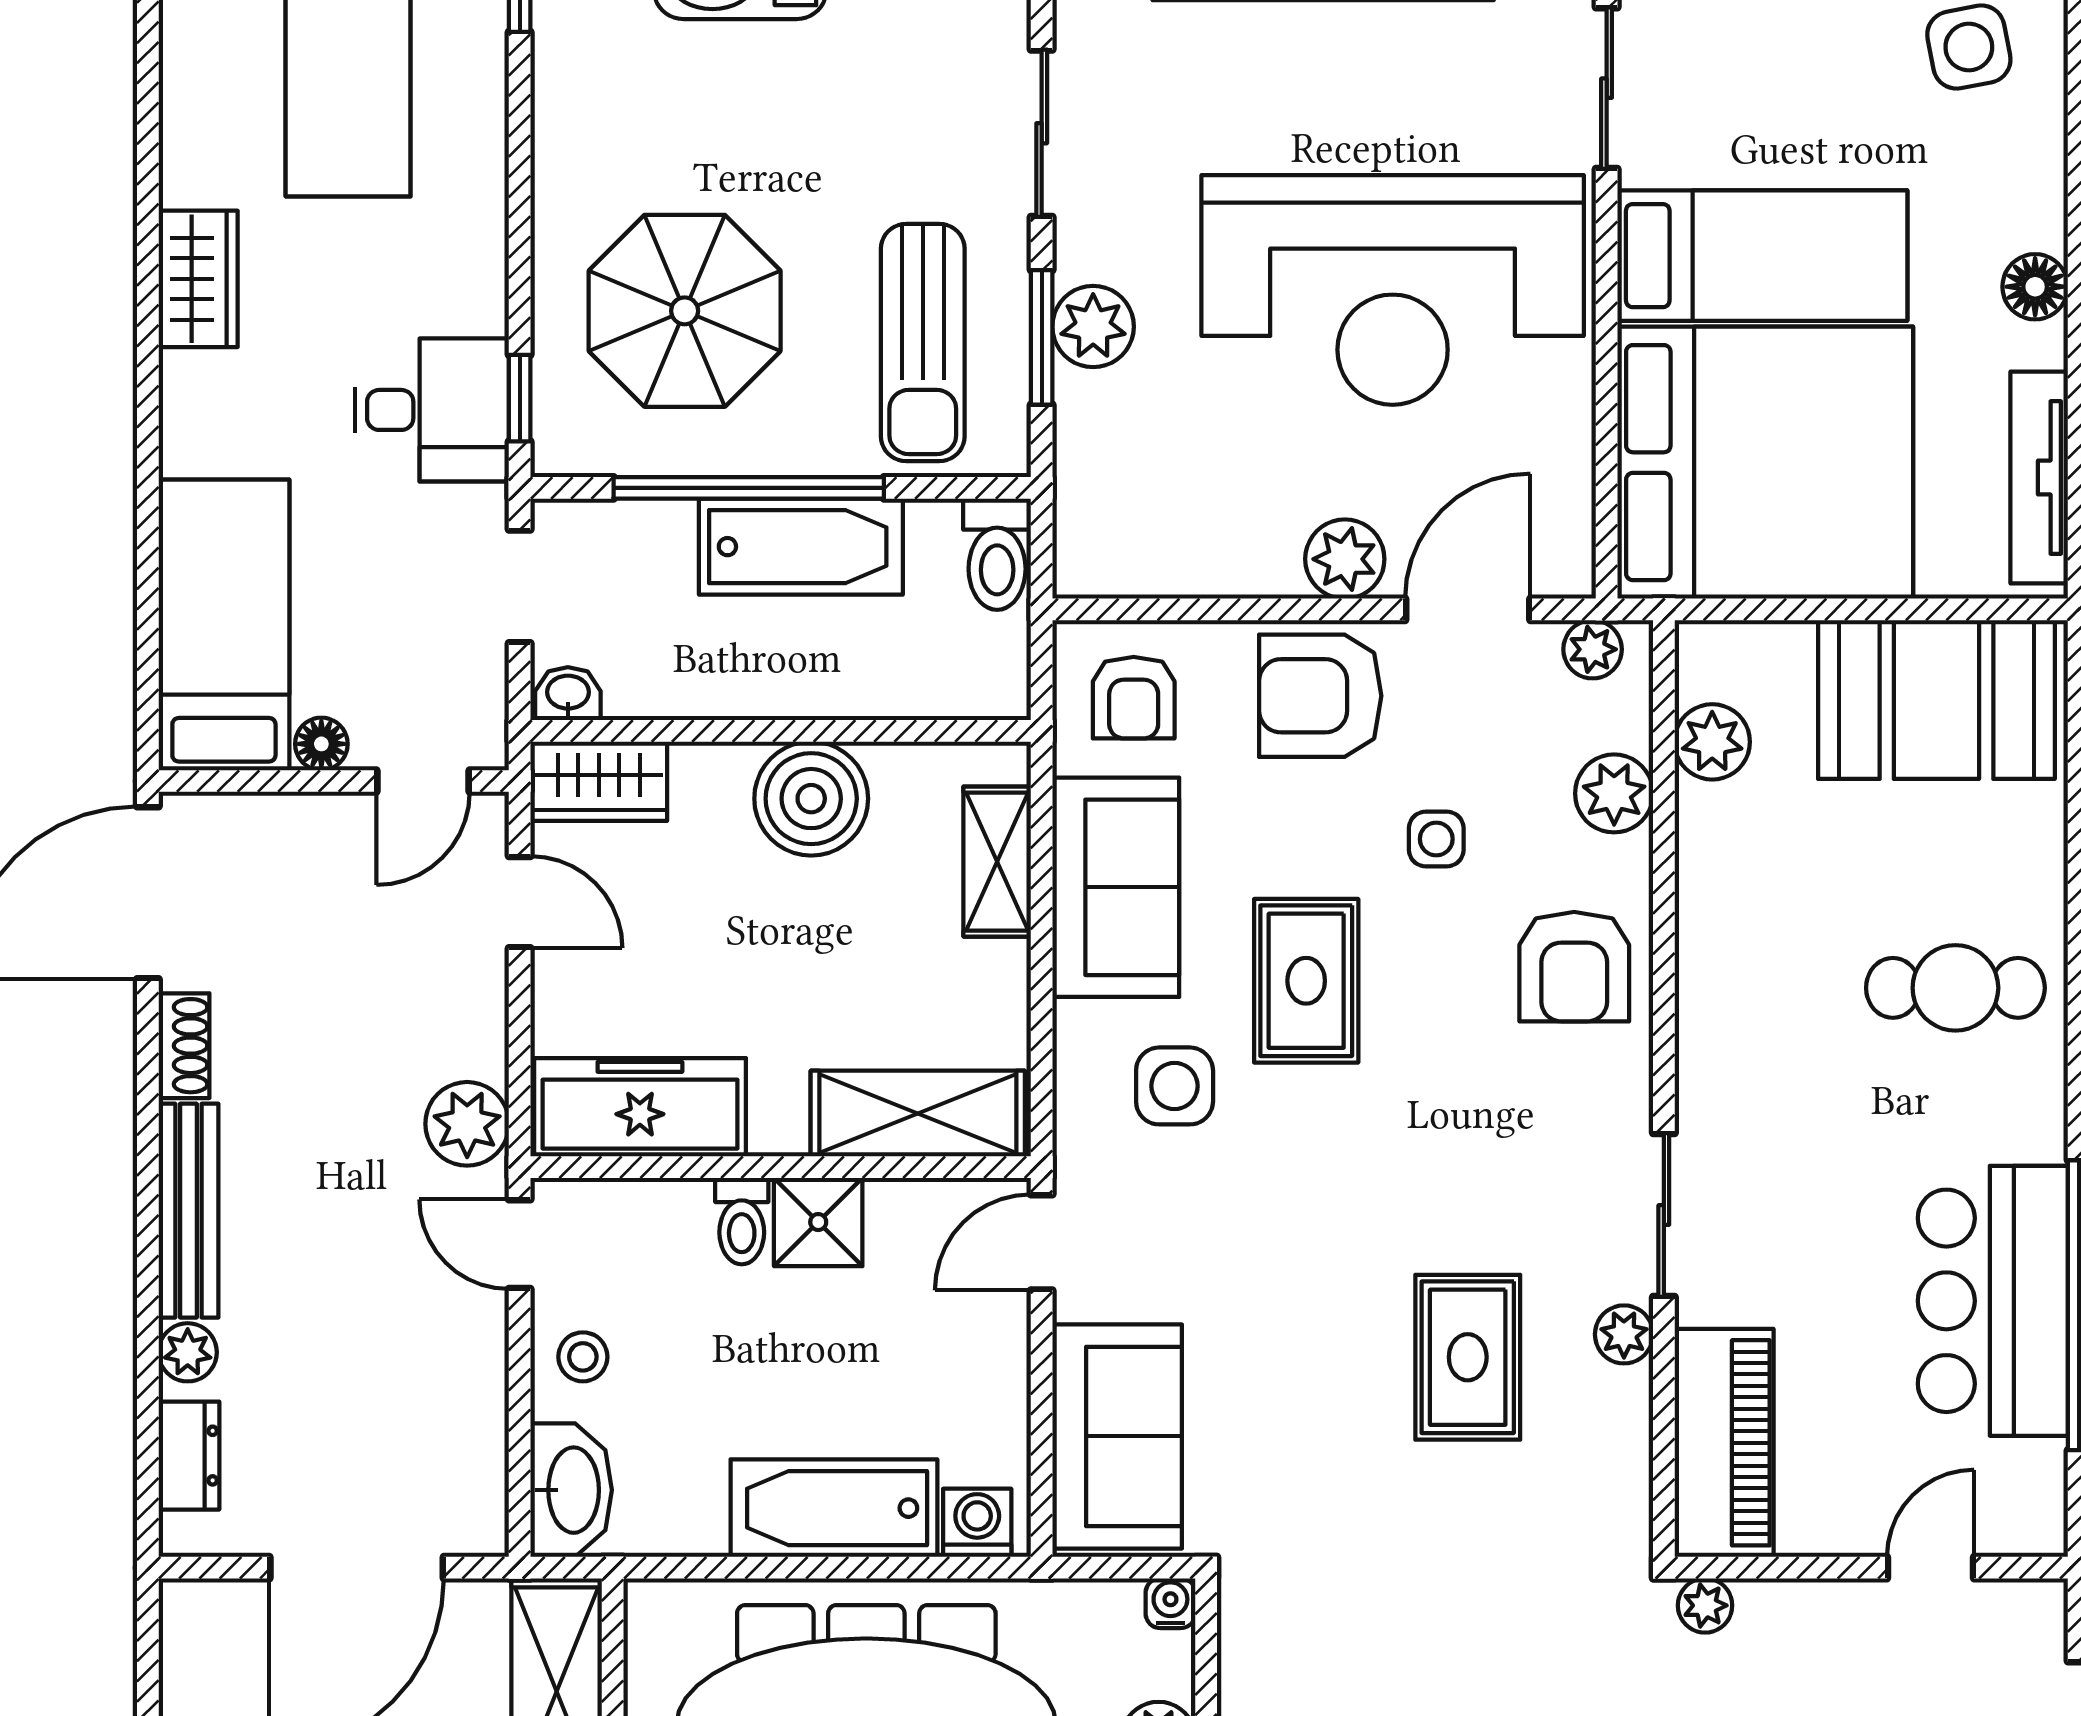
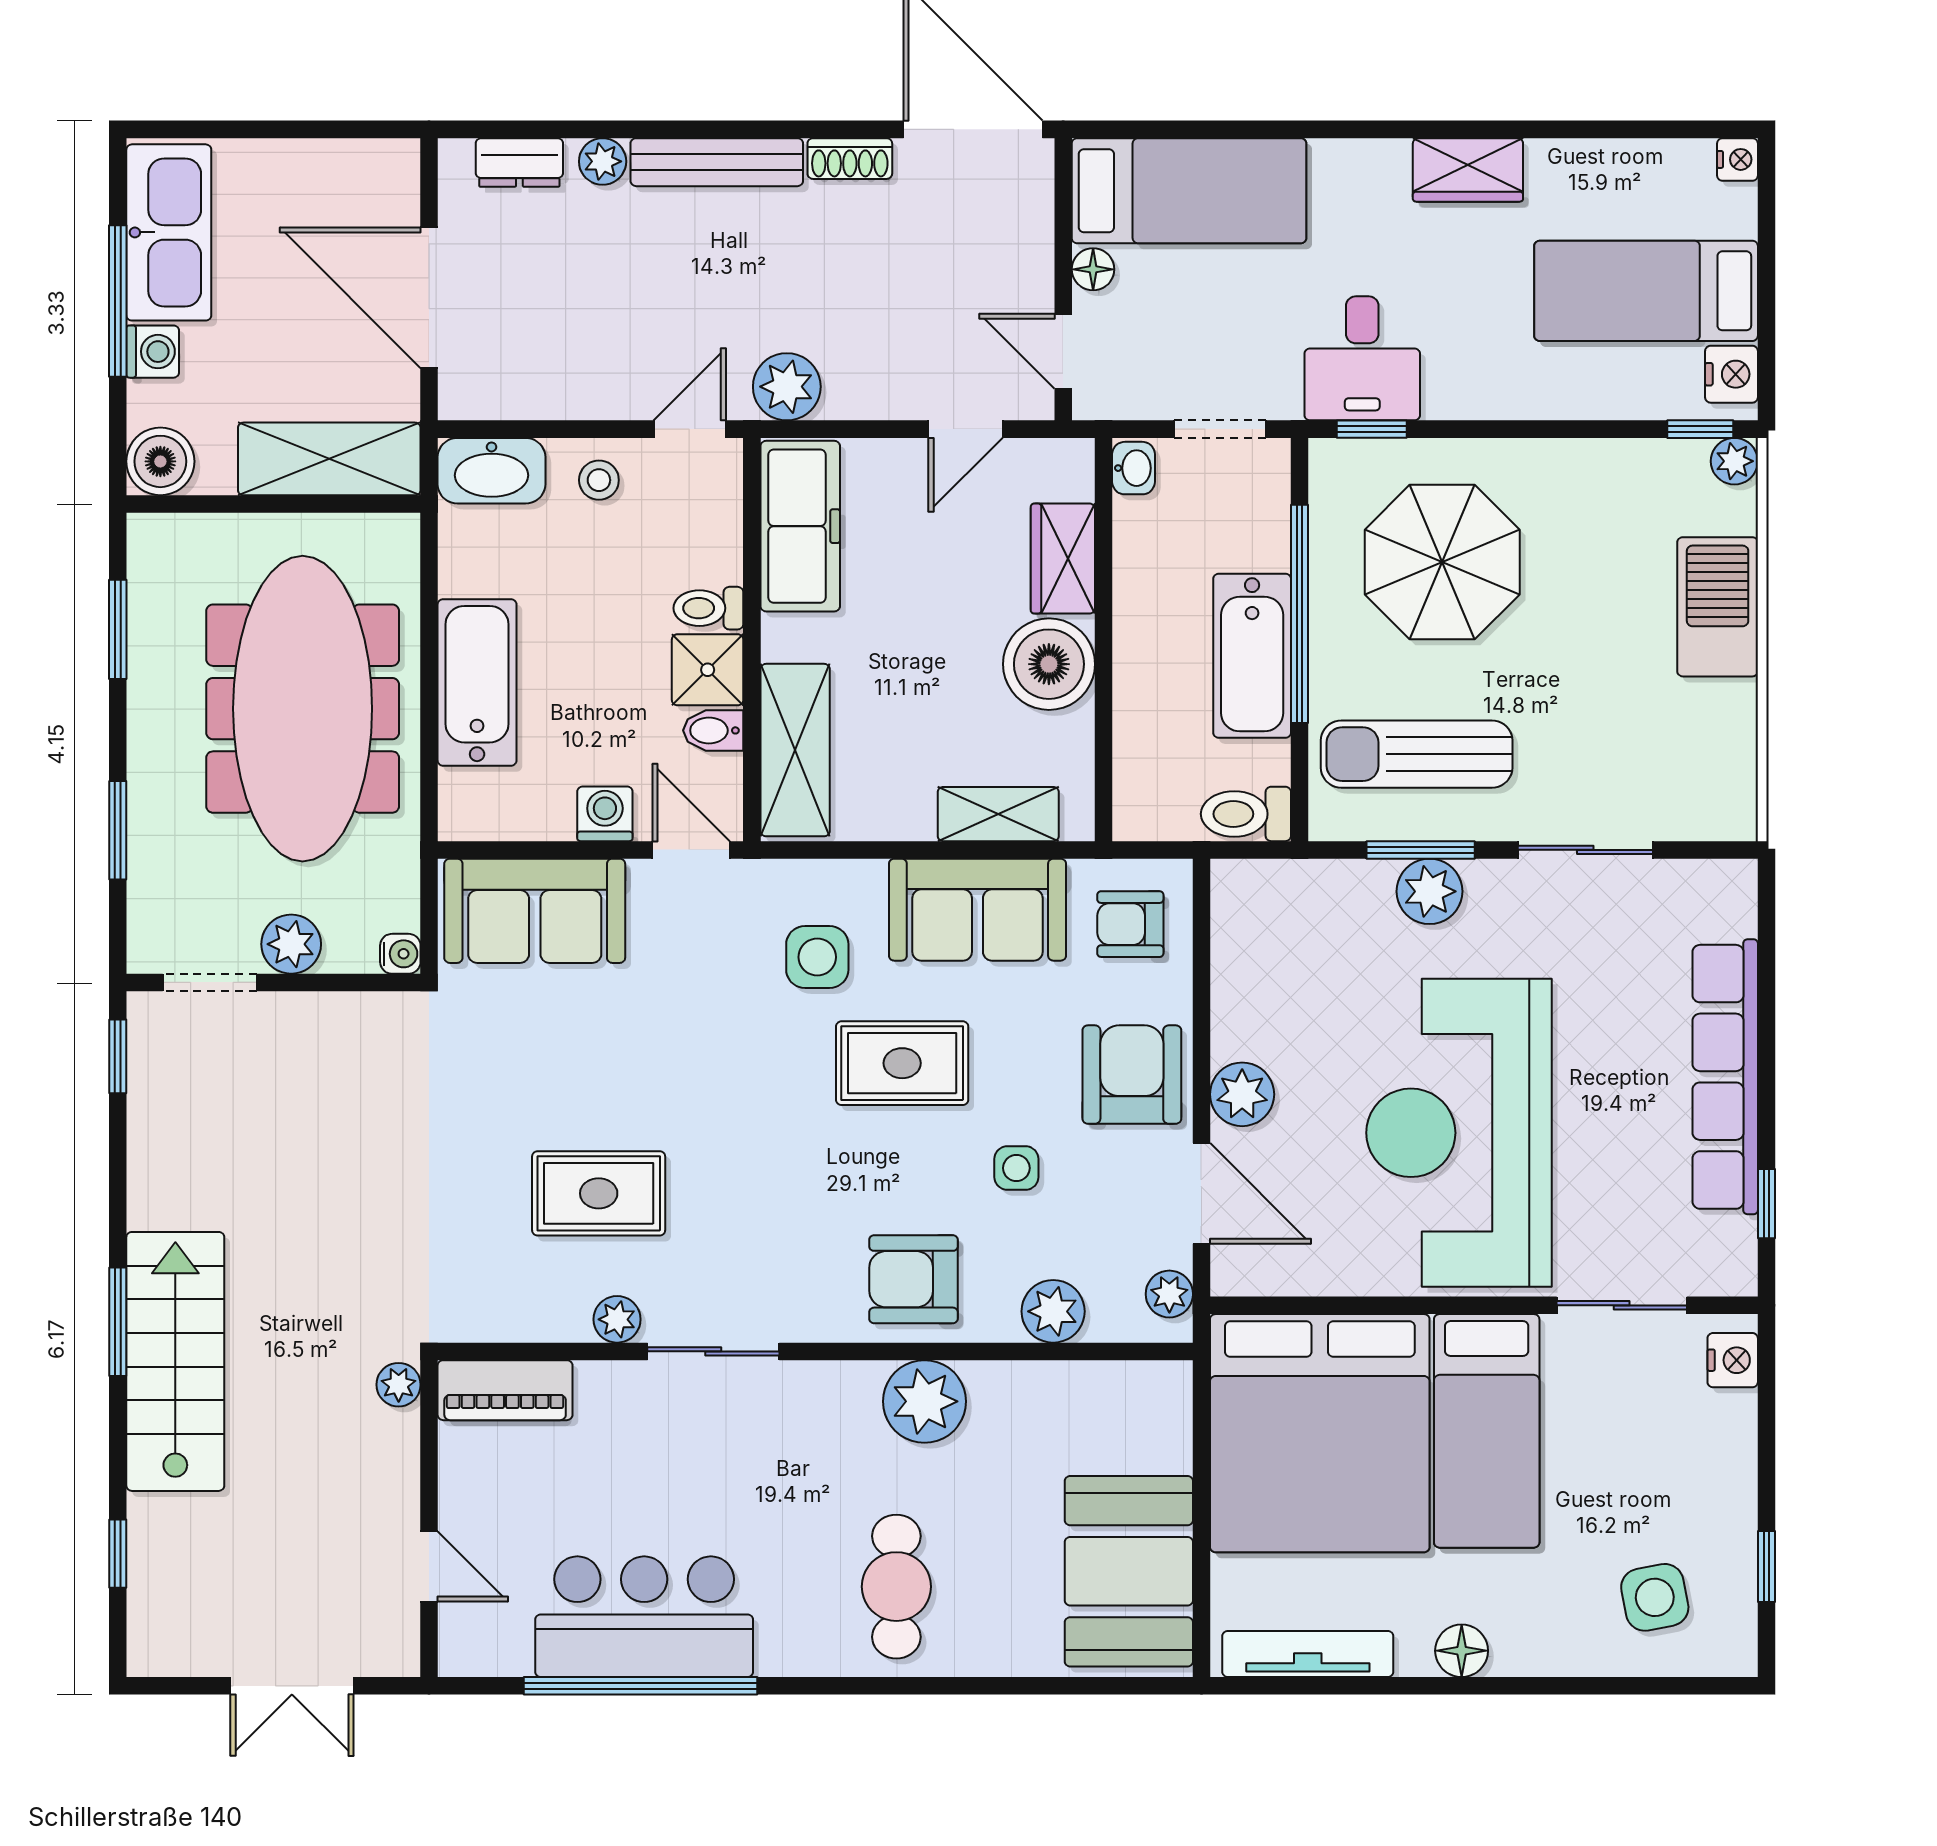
plant: (1712, 742) -> (924, 1401), moved, width x1.36, depth x1.36
wardrobe: (599, 781) -> (1063, 559), moved
bidet: (893, 1215) -> (713, 730), added
piano: (1724, 1443) -> (505, 1390), width x0.73, depth x0.75
washing machine: (977, 1523) -> (605, 814), moved, turned -90

